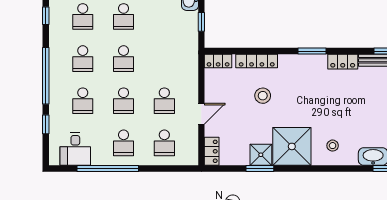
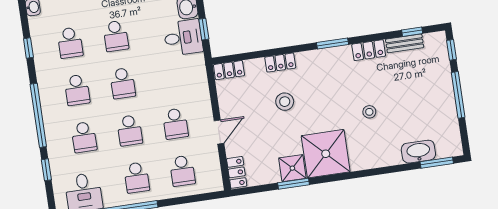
desk: (182, 27) -> (183, 38), added
locker: (257, 61) -> (280, 63), width x0.66
stool: (333, 146) -> (369, 112), moved

